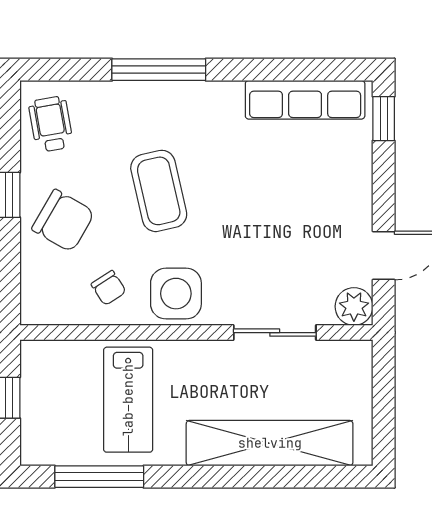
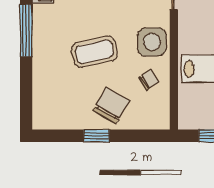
window: (159, 70) -> (26, 31), moved
wheelchair: (51, 124) -> (57, 112), removed

